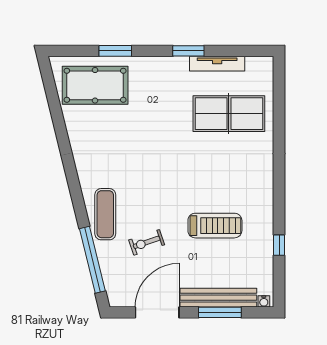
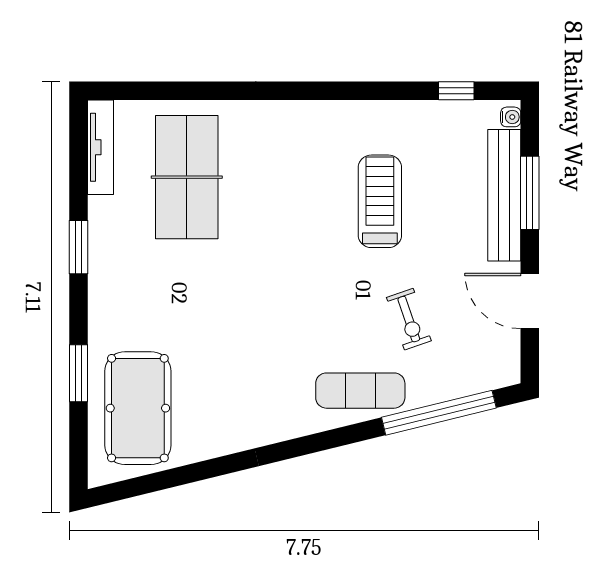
tv unit: (217, 64) -> (100, 147), moved
window: (279, 245) -> (456, 91), moved
door: (157, 312) -> (530, 301), width x0.73

